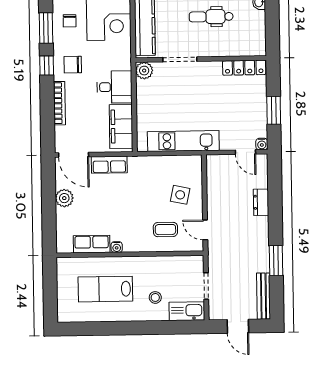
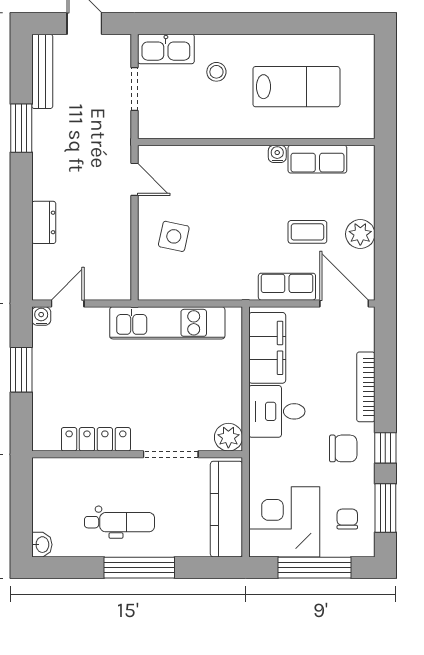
locker: (244, 68) -> (96, 439), moved
door: (245, 152) -> (68, 303), hinge flipped
coffee table: (165, 230) -> (307, 232), moved

